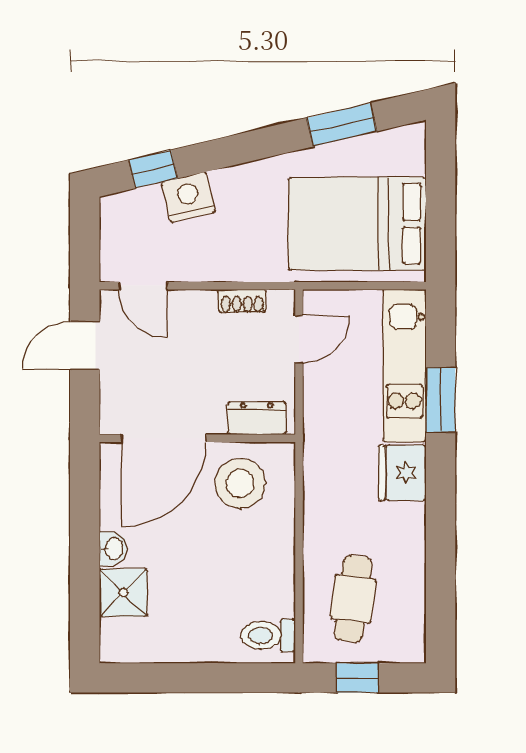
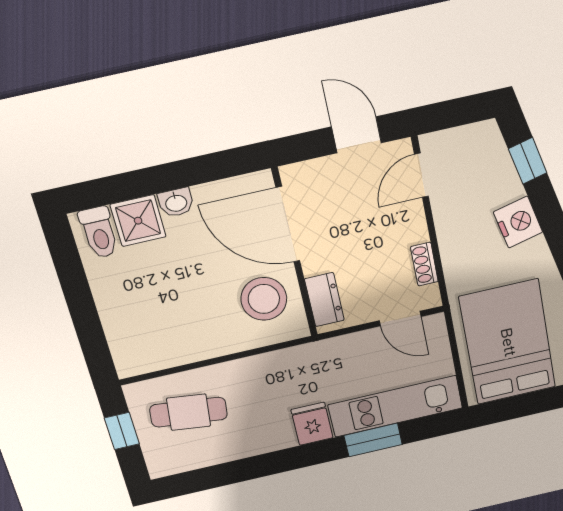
nightstand: (188, 197) -> (518, 222), moved
fridge: (402, 473) -> (312, 424), width x0.72
toilet: (268, 635) -> (99, 232), moved, turned 180

